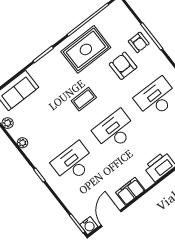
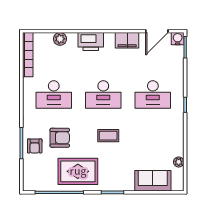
armchair: (139, 42) -> (35, 146), turned 180
armchair: (123, 66) -> (60, 138), turned -90
plant: (22, 143) -> (179, 139), removed

